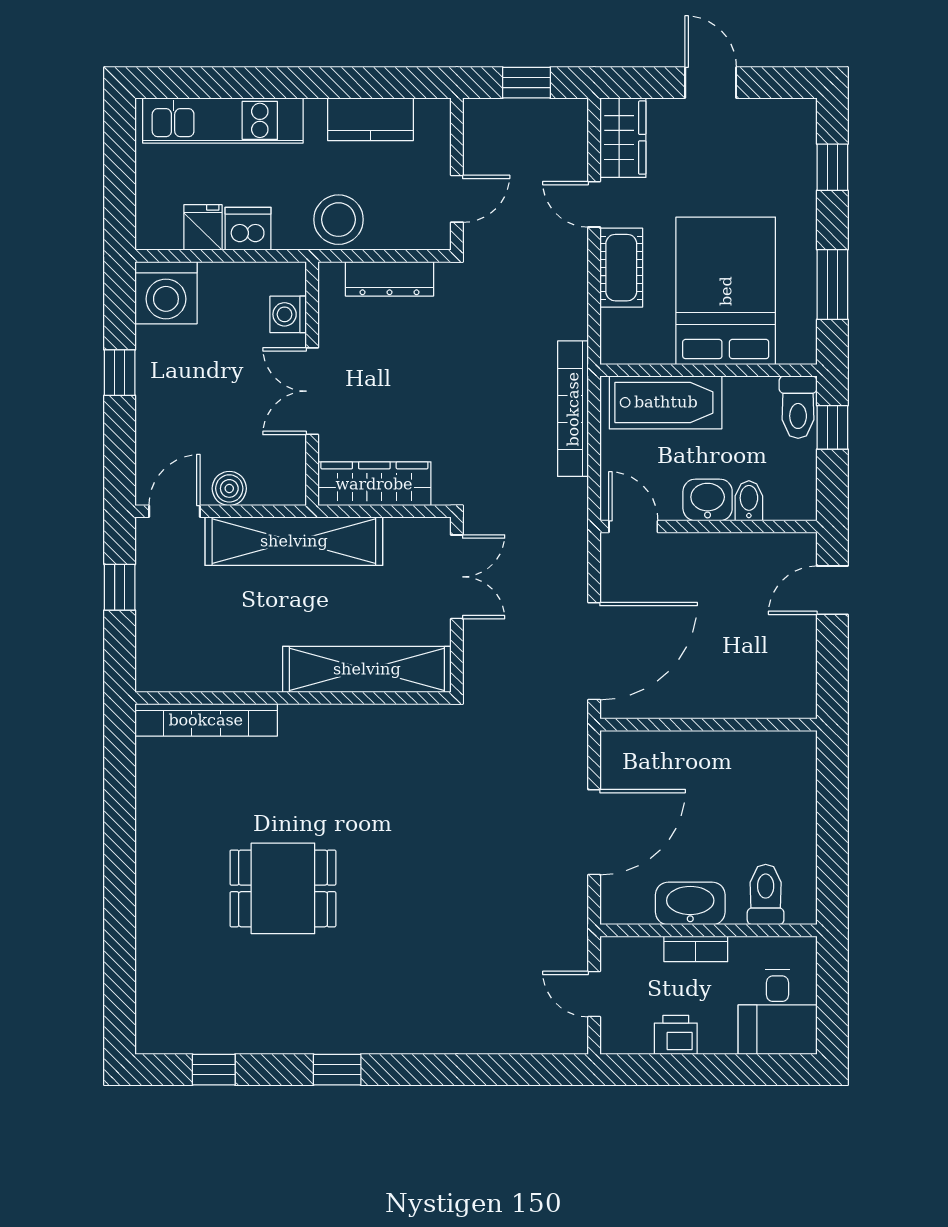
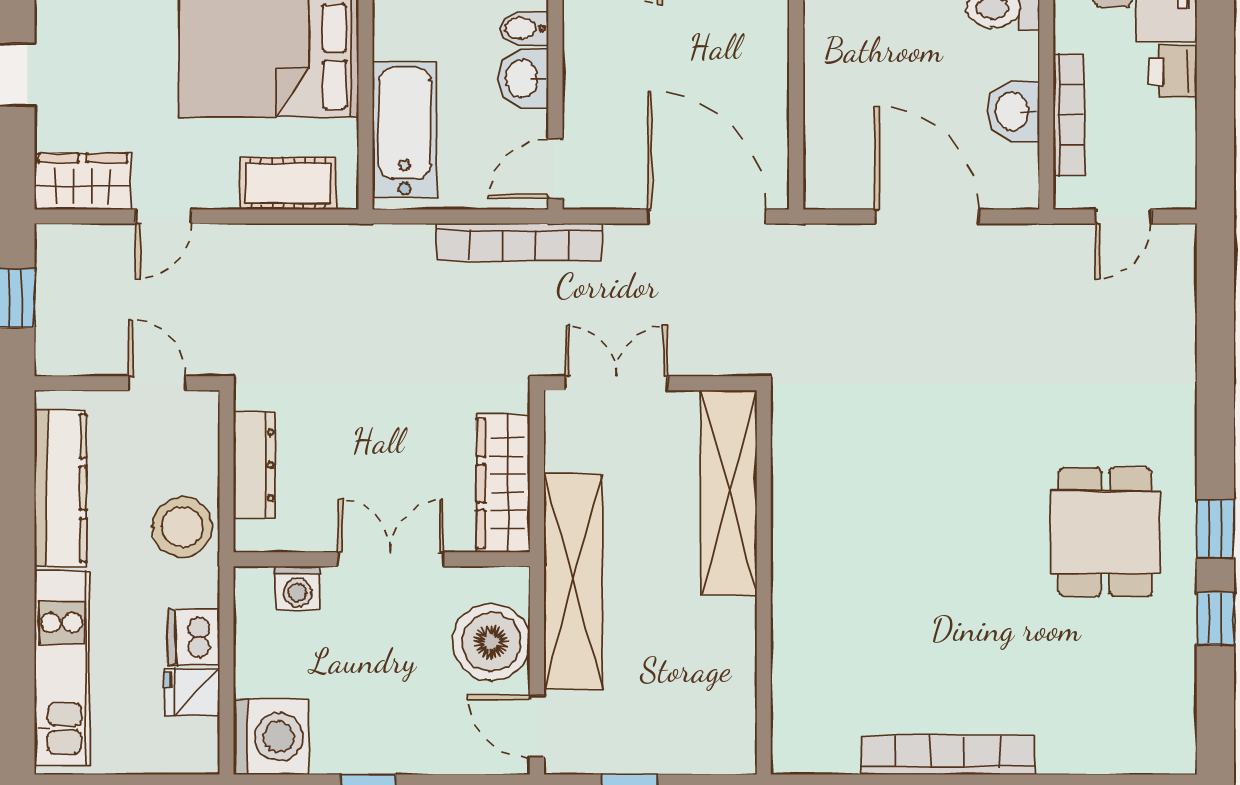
kitchen counter: (370, 119) -> (60, 488), width x1.50
cot: (621, 268) -> (288, 183), moved
double door: (312, 391) -> (391, 559), swing flipped
bookcase: (573, 409) -> (519, 242), moved
boiler: (229, 488) -> (491, 642), width x1.86, depth x1.86
bookcase: (206, 720) -> (948, 755), moved, turned -90
dining table: (283, 888) -> (1105, 532), moved
washbasin: (690, 903) -> (1013, 111), width x0.72
bookcase: (696, 949) -> (1069, 115), width x1.56
printer: (676, 1035) -> (1173, 71), moved
window: (214, 1070) -> (1215, 619), moved

